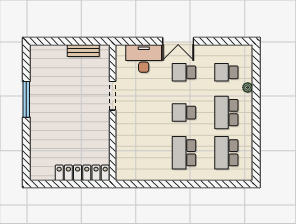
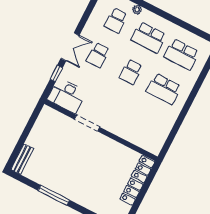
window: (145, 41) -> (56, 73), added
bench: (83, 51) -> (22, 159), moved
desk: (144, 59) -> (67, 96), moved, turned -90

